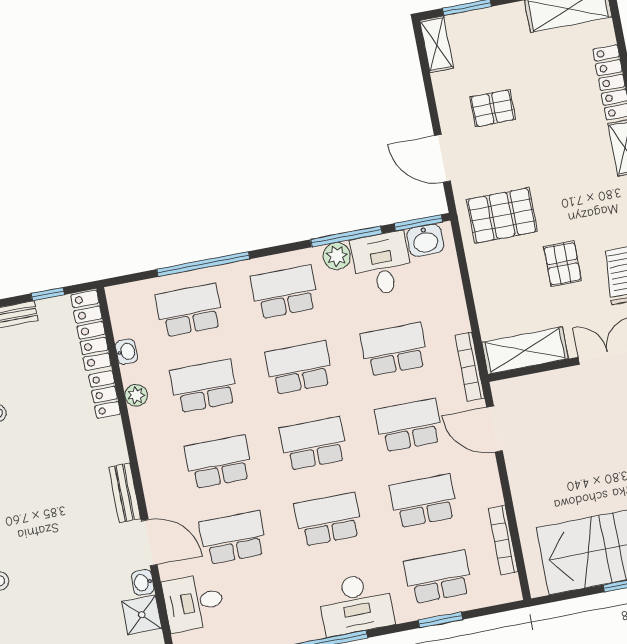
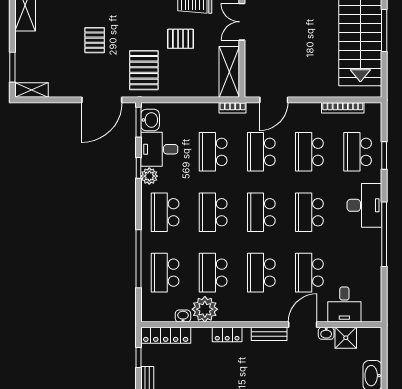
pallet: (493, 108) -> (95, 40), moved
door: (442, 158) -> (102, 100), width x1.36
window: (346, 237) -> (138, 168), width x0.46
bookcase: (470, 367) -> (233, 108), width x0.64
locker: (105, 394) -> (227, 334), moved
plant: (136, 395) -> (205, 309), width x1.87, depth x1.87

